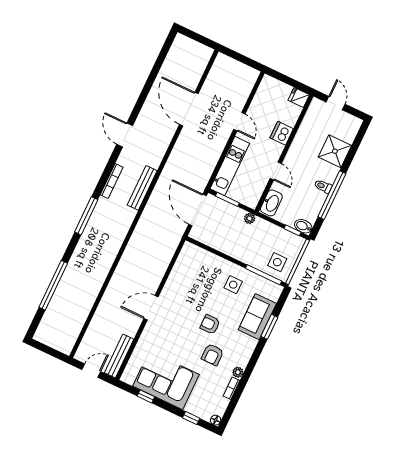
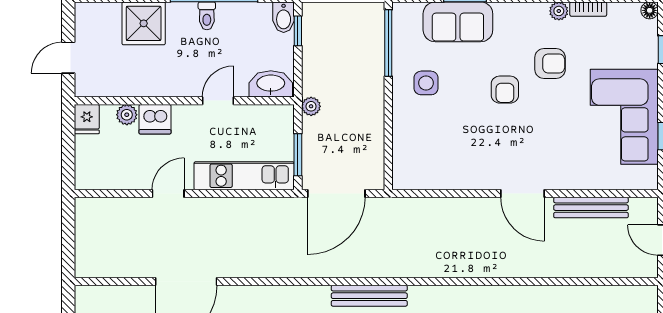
plant: (291, 120) -> (127, 115), added
bench: (142, 188) -> (369, 296), moved
side table: (277, 262) -> (358, 31), removed
bench: (119, 356) -> (591, 208), moved

